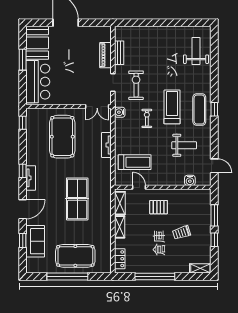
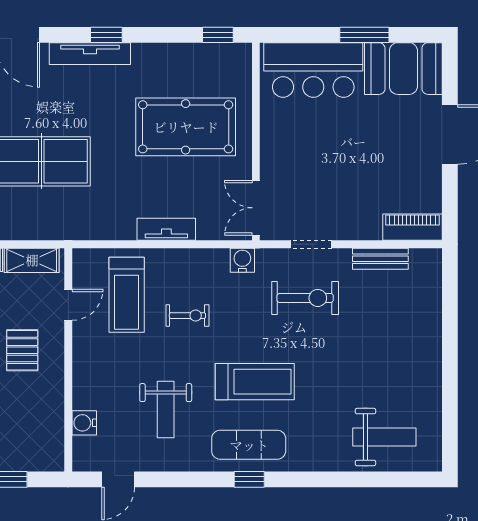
piano: (106, 55) -> (412, 227), moved
exercise bike: (147, 118) -> (187, 316), moved
tv unit: (31, 178) -> (90, 54), width x1.41

